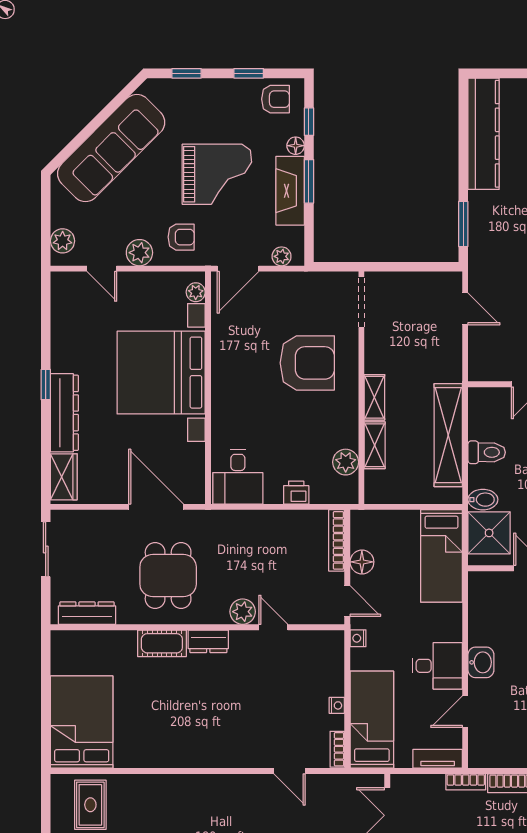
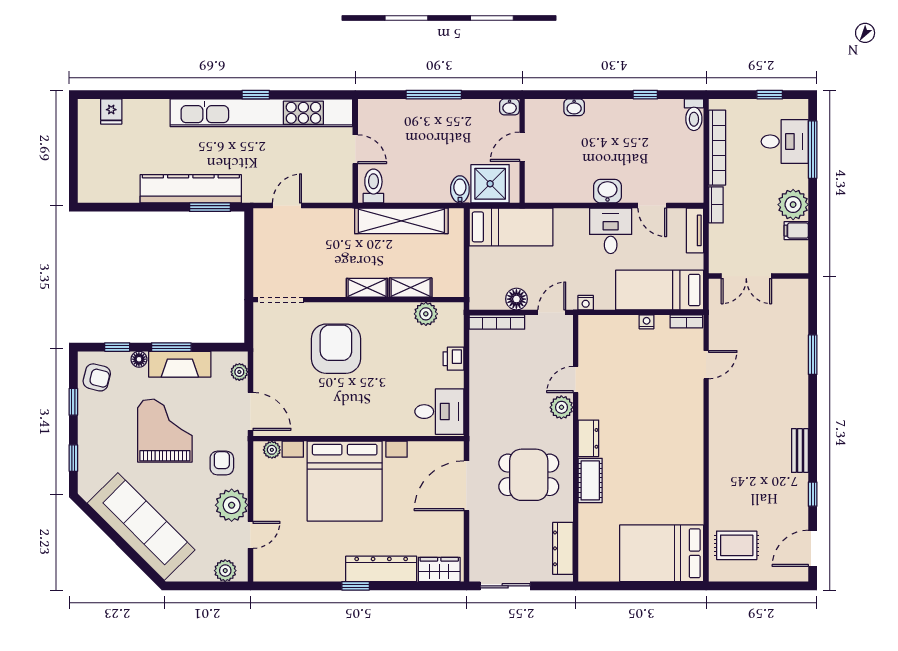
armchair: (276, 99) -> (97, 377), turned 104
kitchen counter: (484, 134) -> (191, 189), moved
plant: (139, 253) -> (232, 505), width x1.36, depth x1.36
toilet: (487, 452) -> (373, 186), moved

